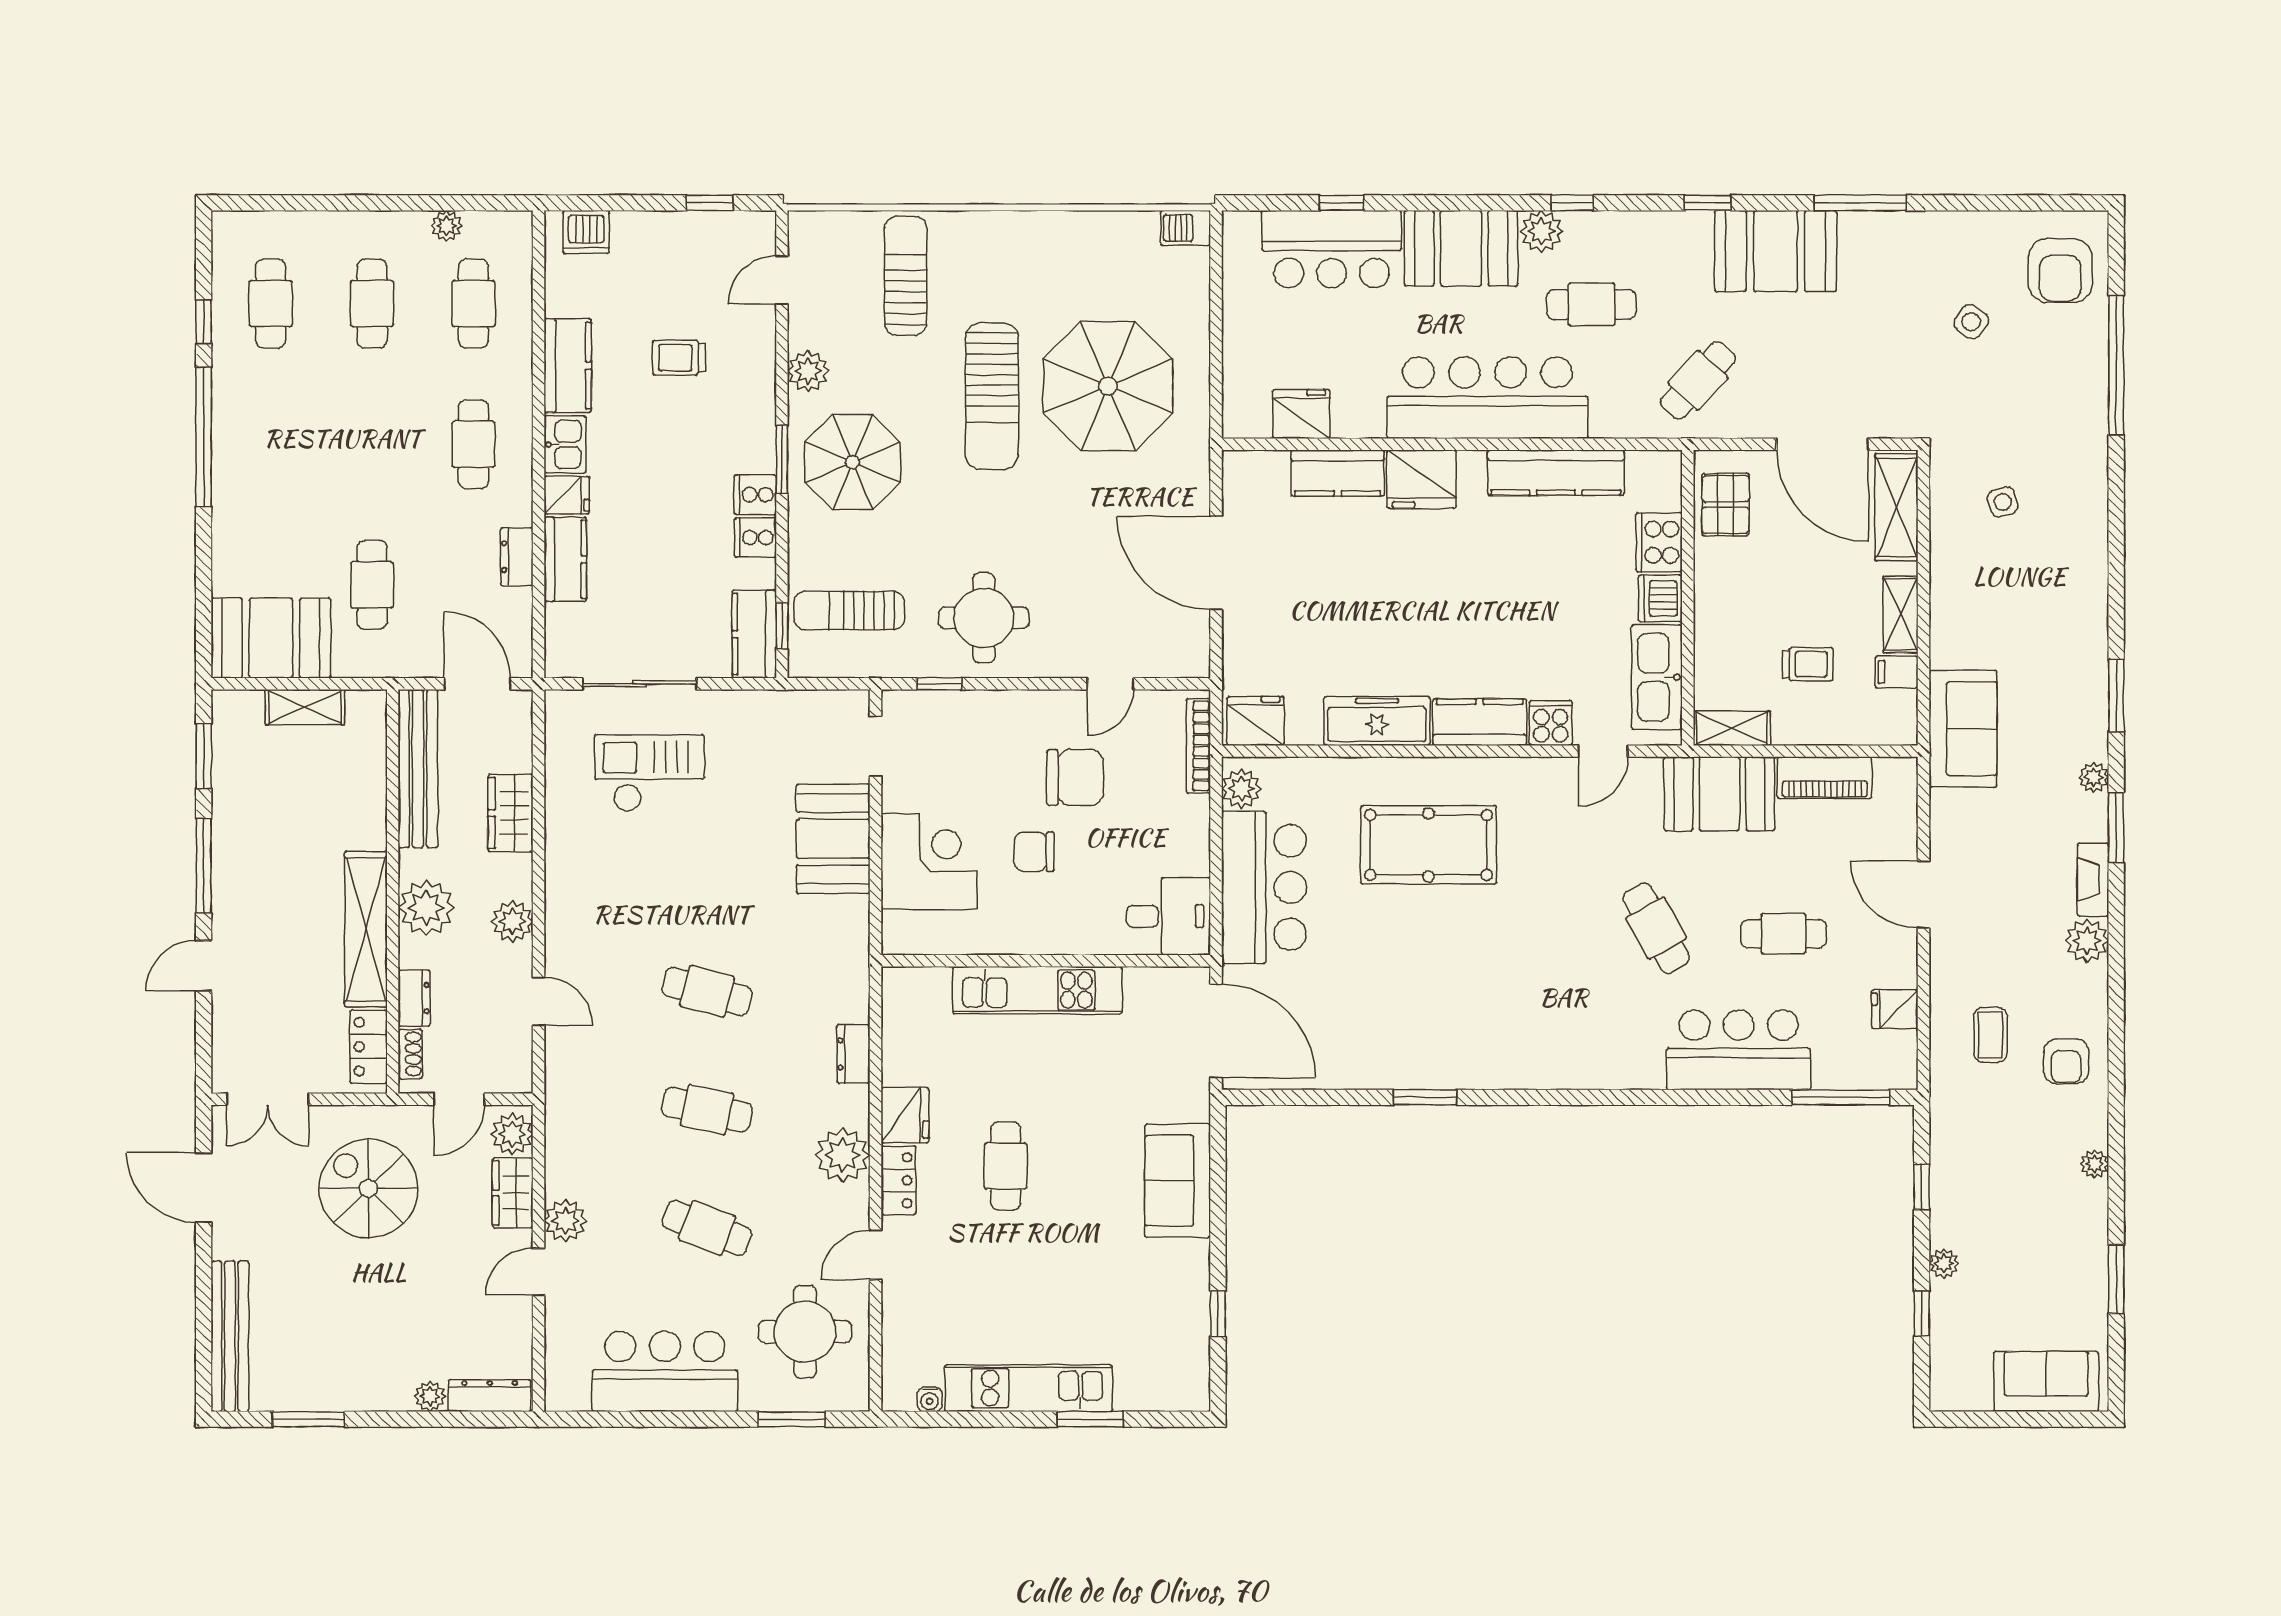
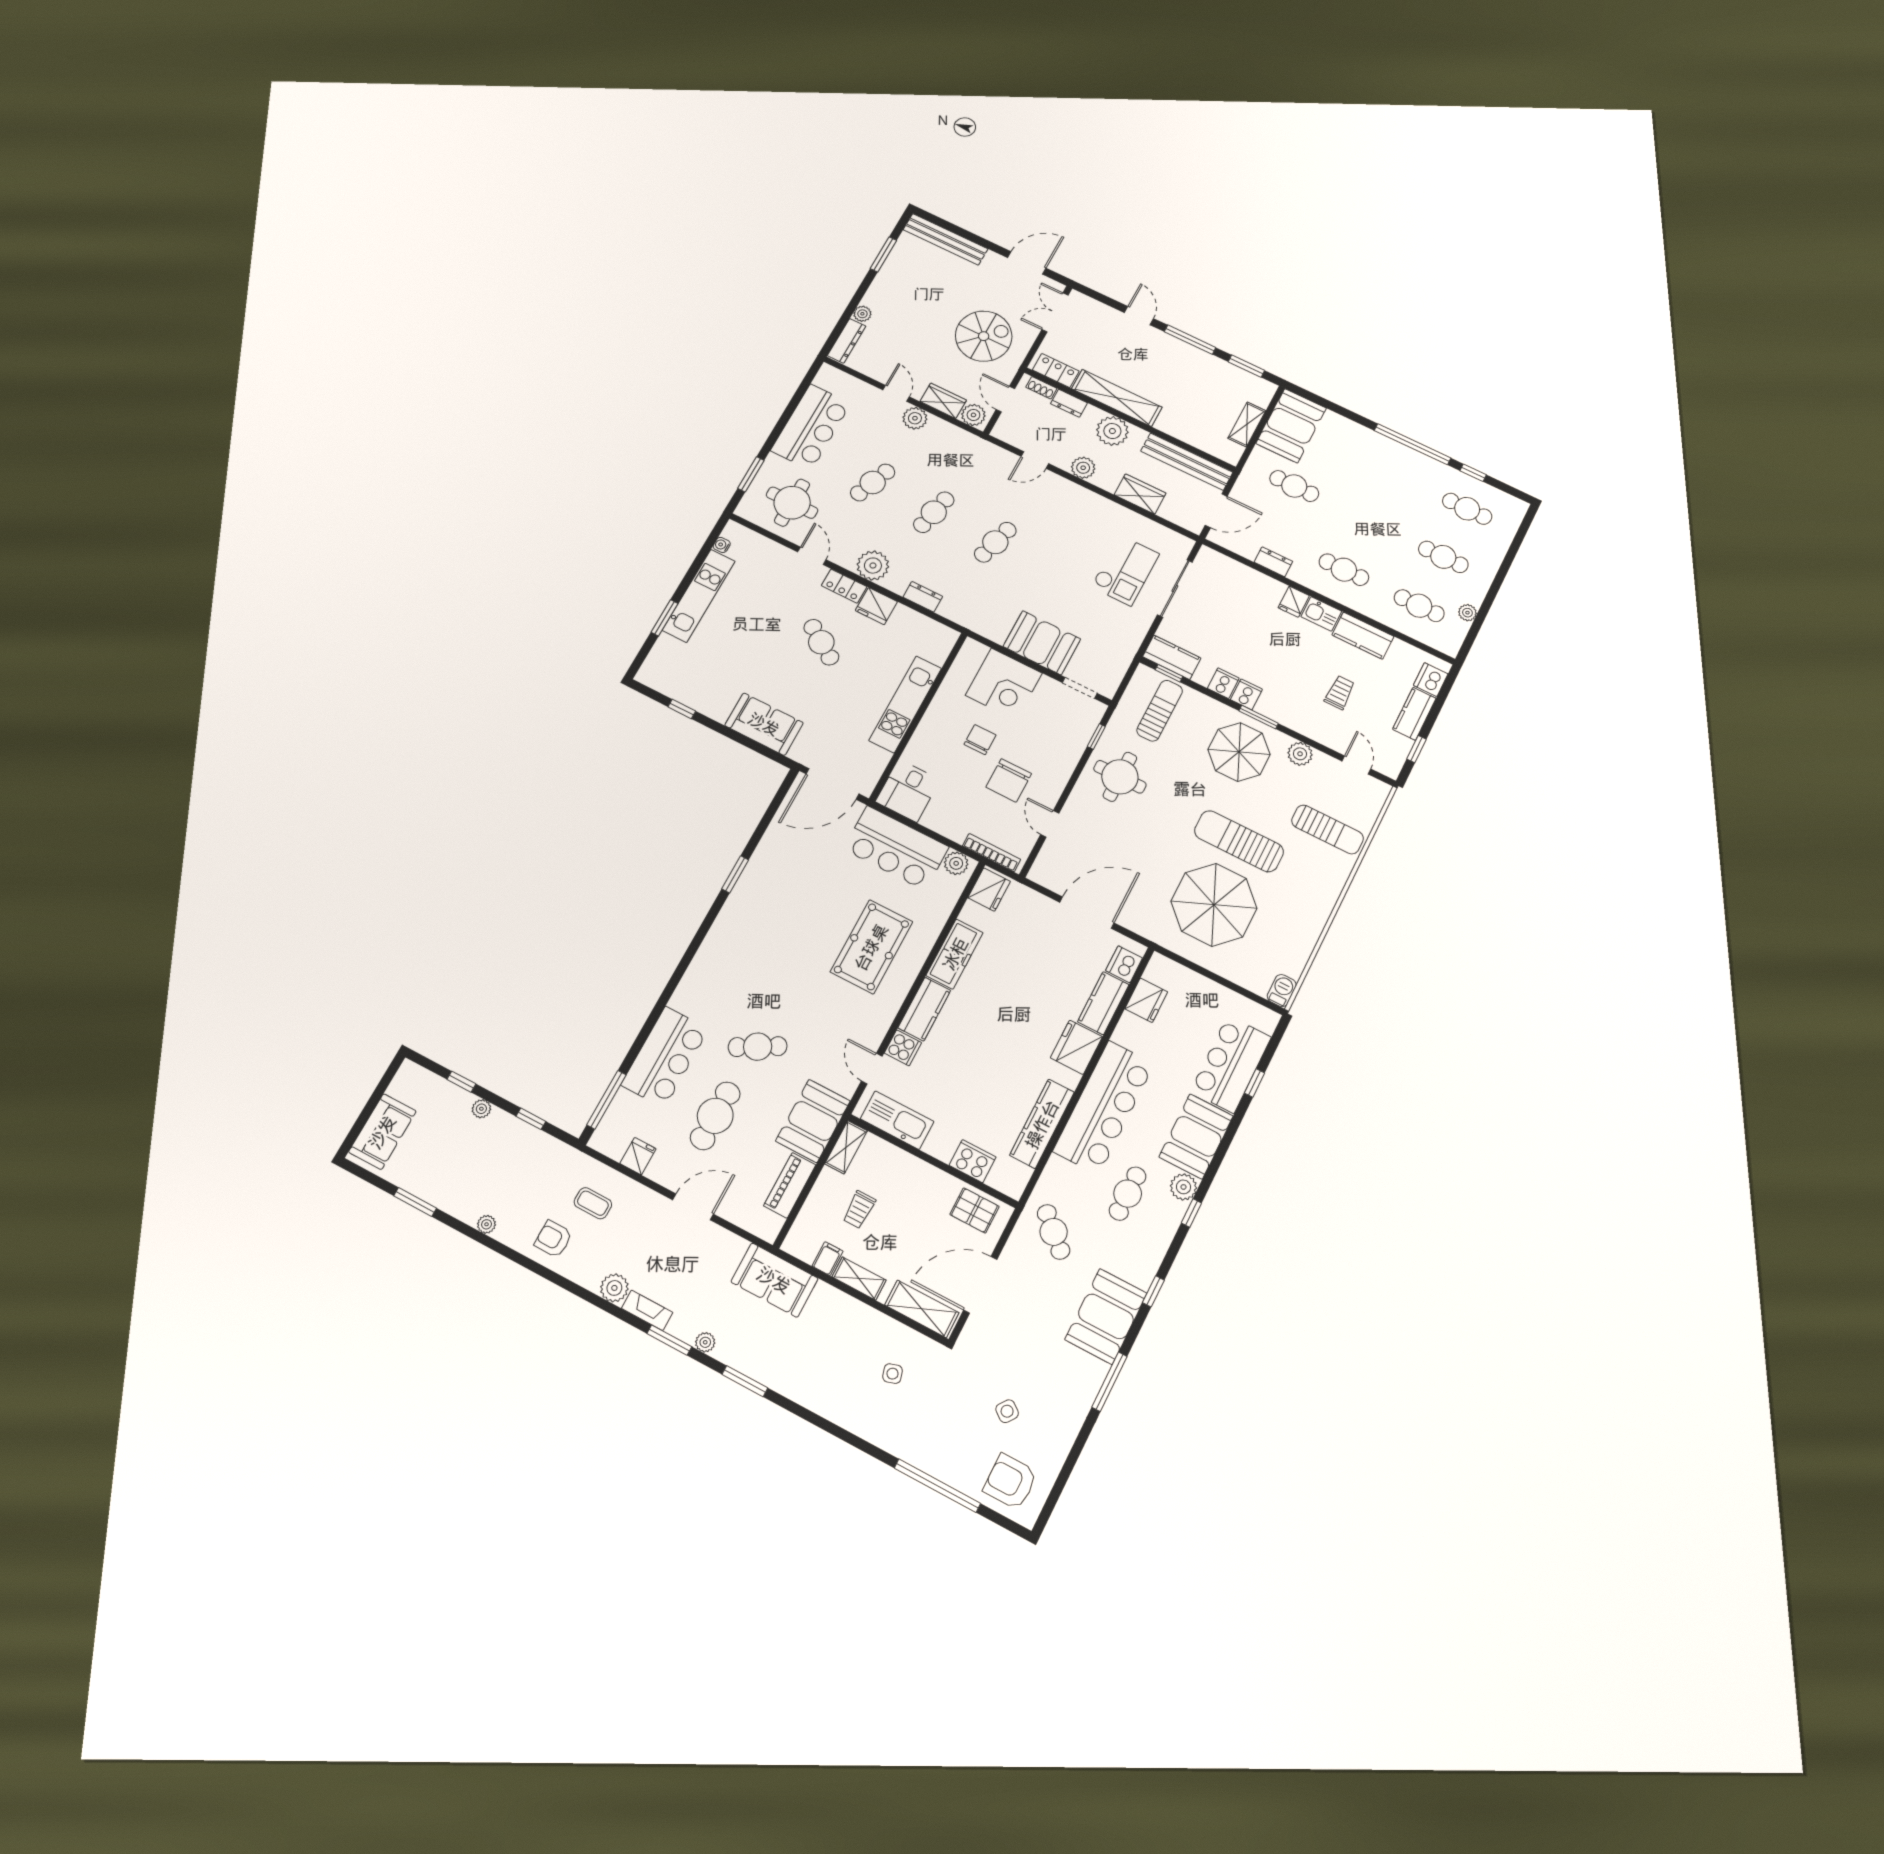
kitchen counter: (565, 559) -> (1414, 714), moved, turned 90
dishwasher: (1660, 598) -> (1124, 964), moved, turned -90
cafe table: (1784, 934) -> (715, 1116), width x1.37, depth x1.35
cafe table: (1006, 1166) -> (821, 642), turned 34

